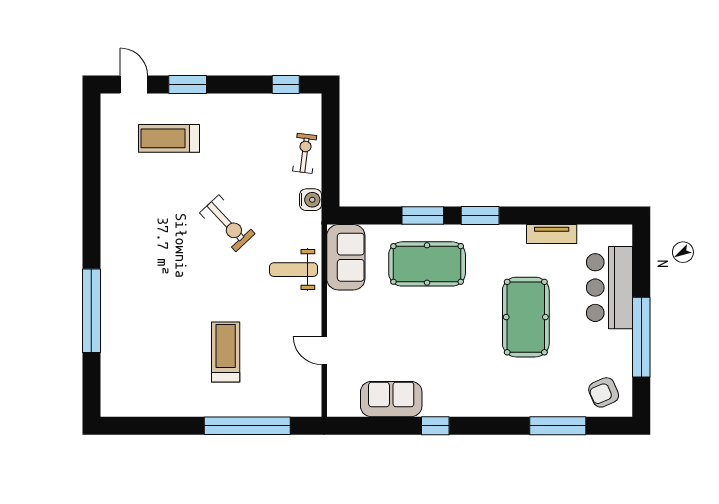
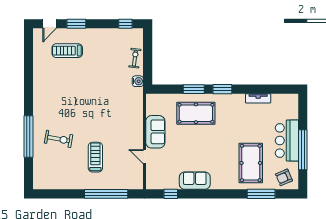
door: (134, 85) -> (50, 24), swing flipped
exercise bike: (227, 223) -> (59, 139), moved, turned -37
sofa: (346, 257) -> (155, 132), moved
weight bench: (294, 270) -> (129, 116), removed
bar counter: (609, 288) -> (287, 141), moved
pool table: (526, 317) -> (251, 163), moved
sofa: (391, 399) -> (195, 181), moved
window: (435, 426) -> (171, 194), moved

